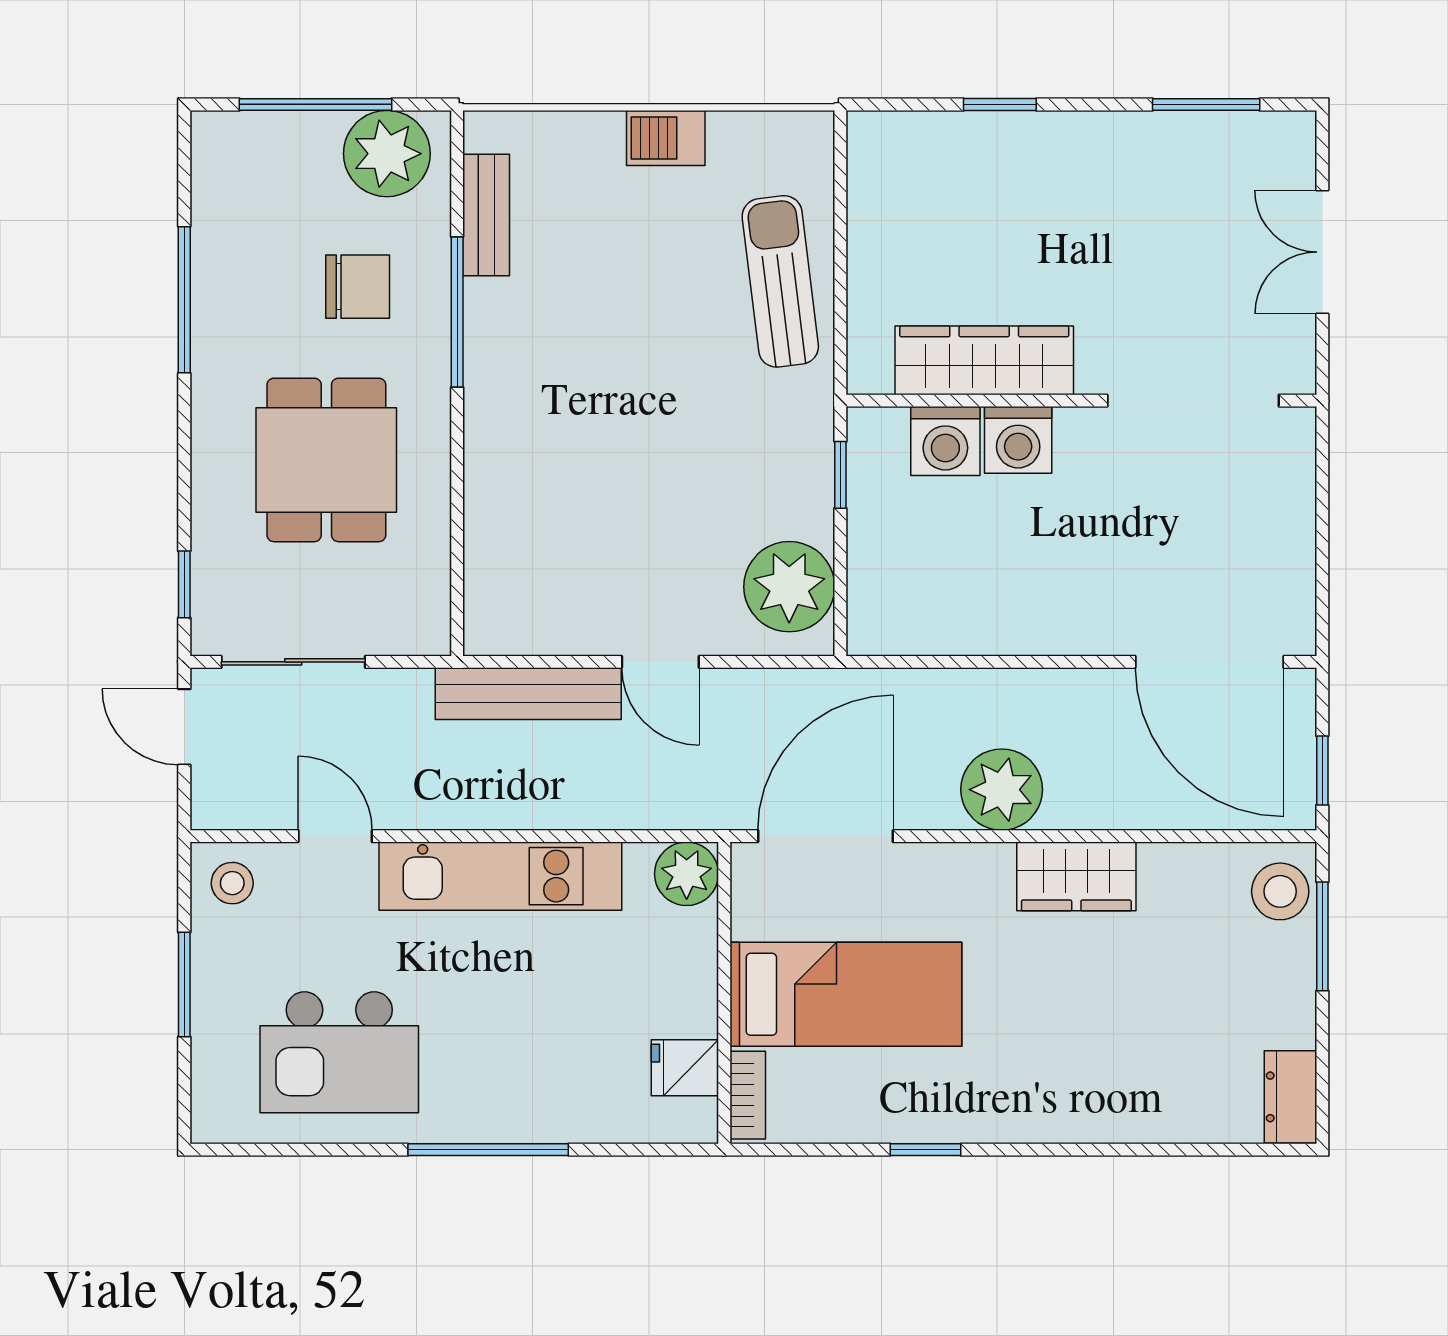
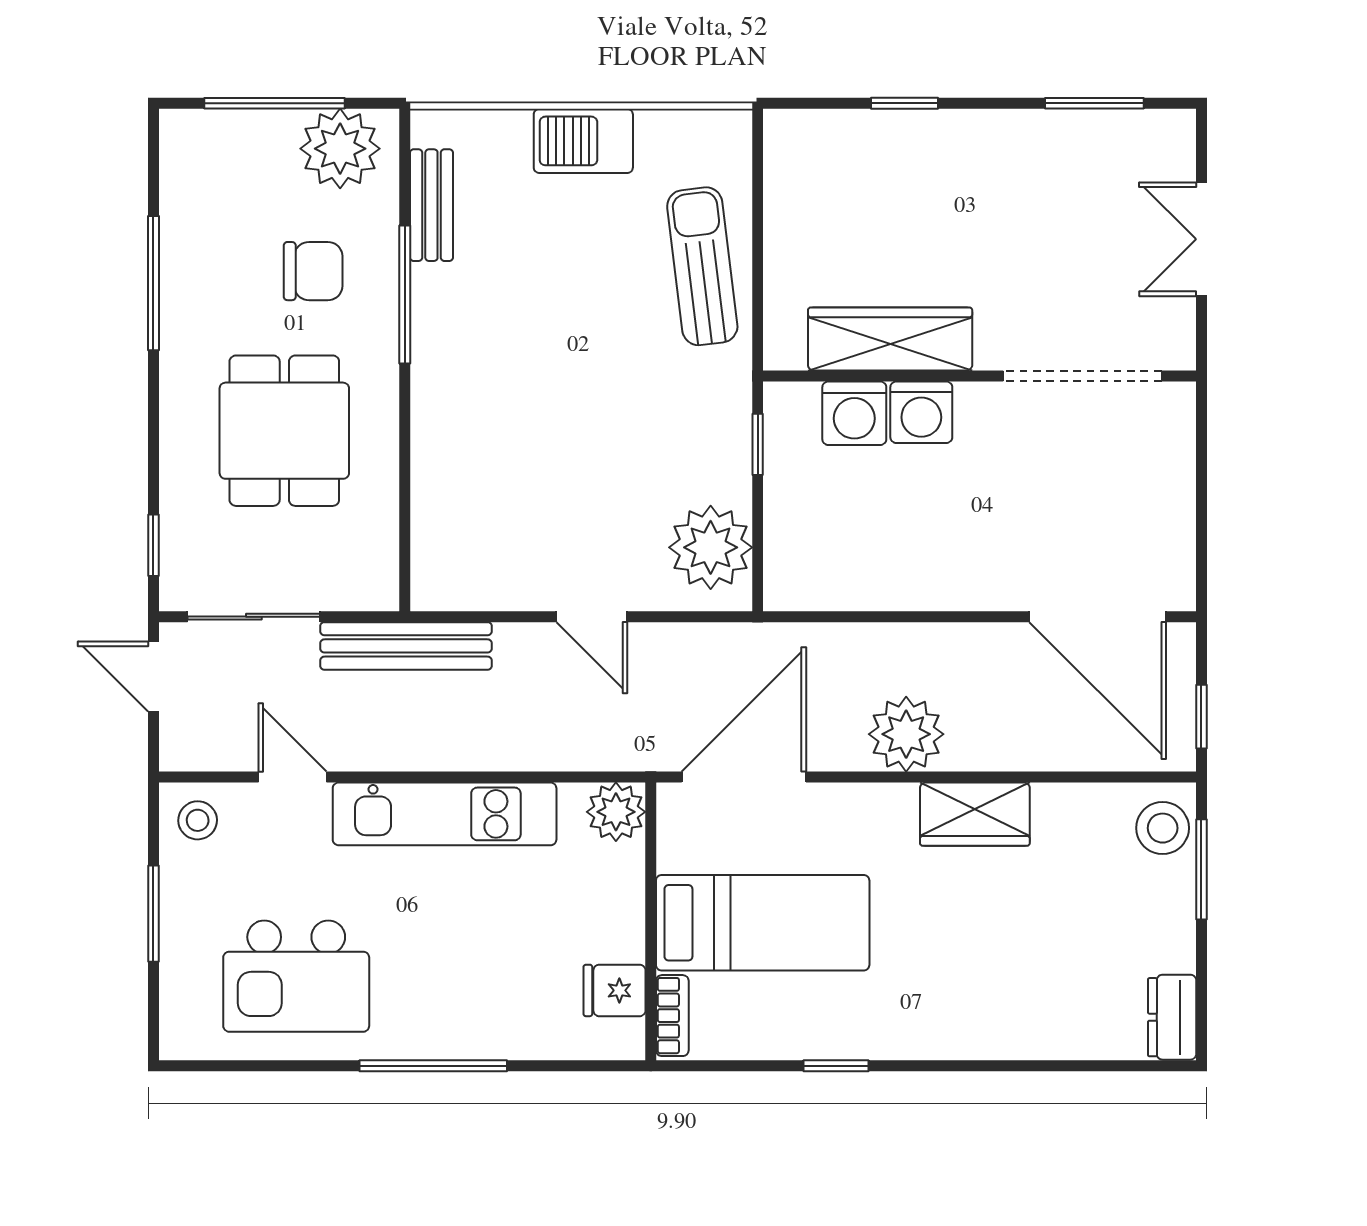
barbecue: (666, 138) -> (583, 141), width x1.38, depth x1.27
bench: (528, 694) -> (406, 646), moved

